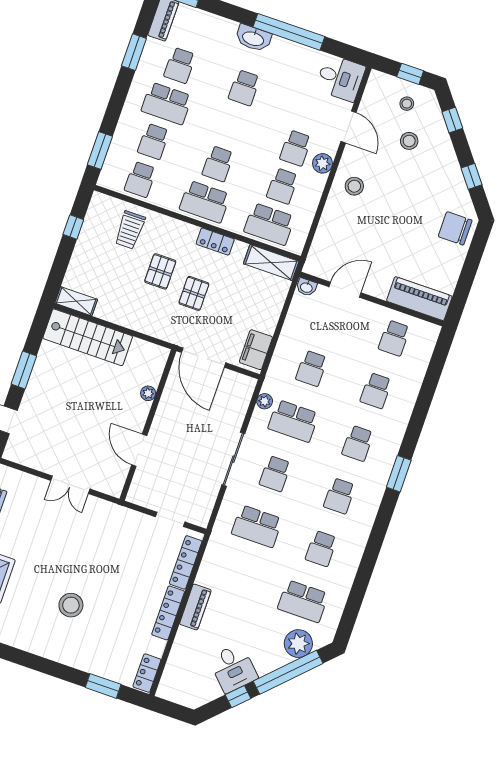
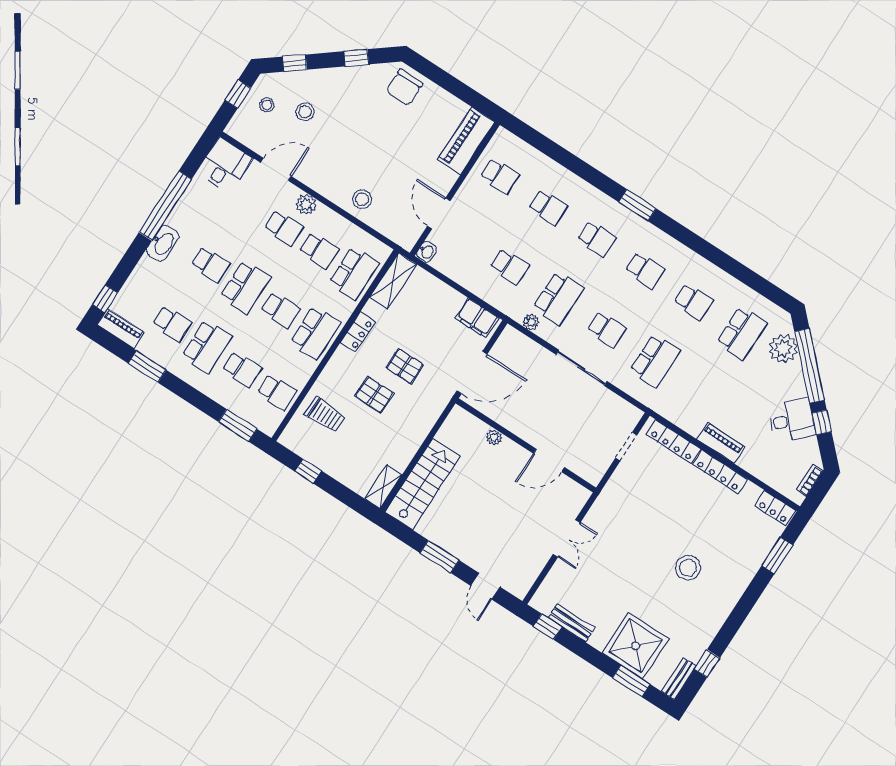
school desk: (231, 126) -> (245, 287), added
stool: (354, 186) -> (362, 199), moved
bookcase: (181, 699) -> (810, 480), added

